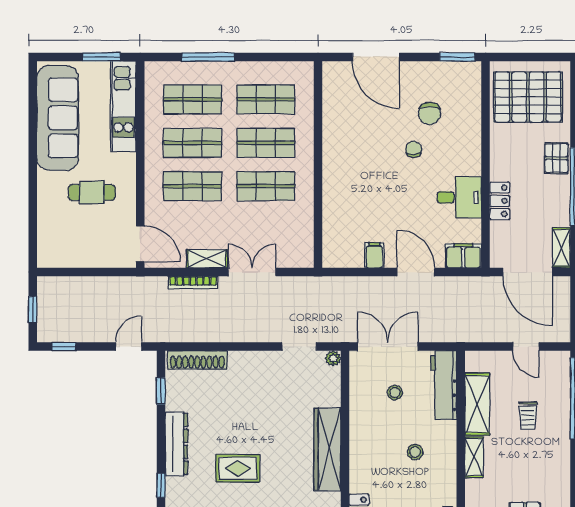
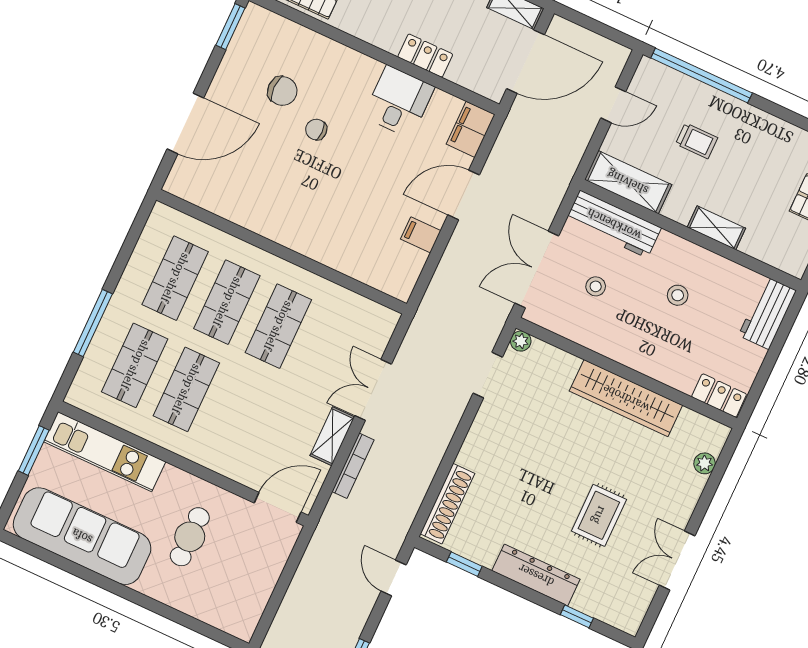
shop shelf: (193, 186) -> (238, 413), removed
shelving: (477, 404) -> (628, 182), moved

